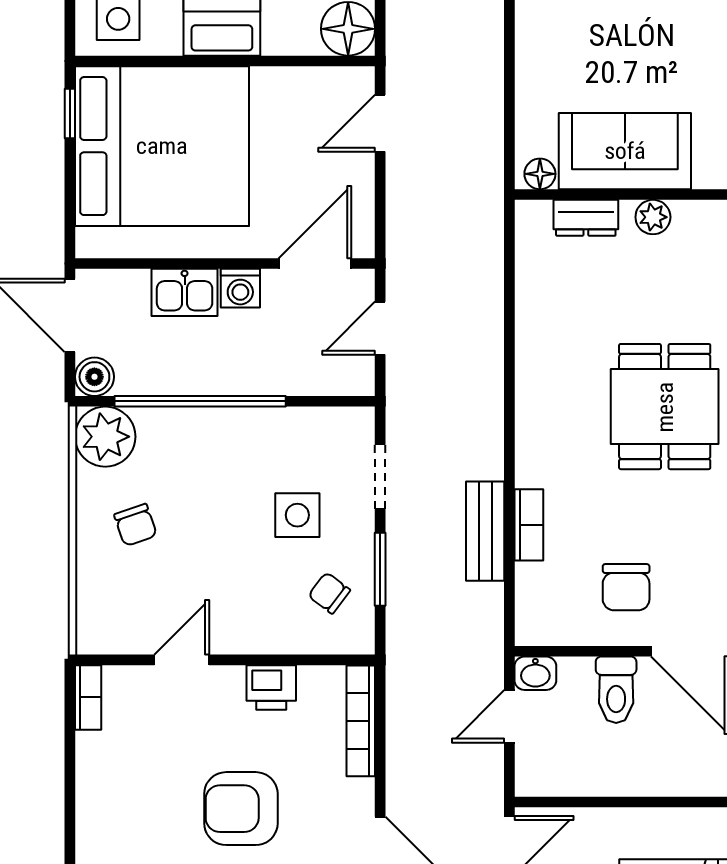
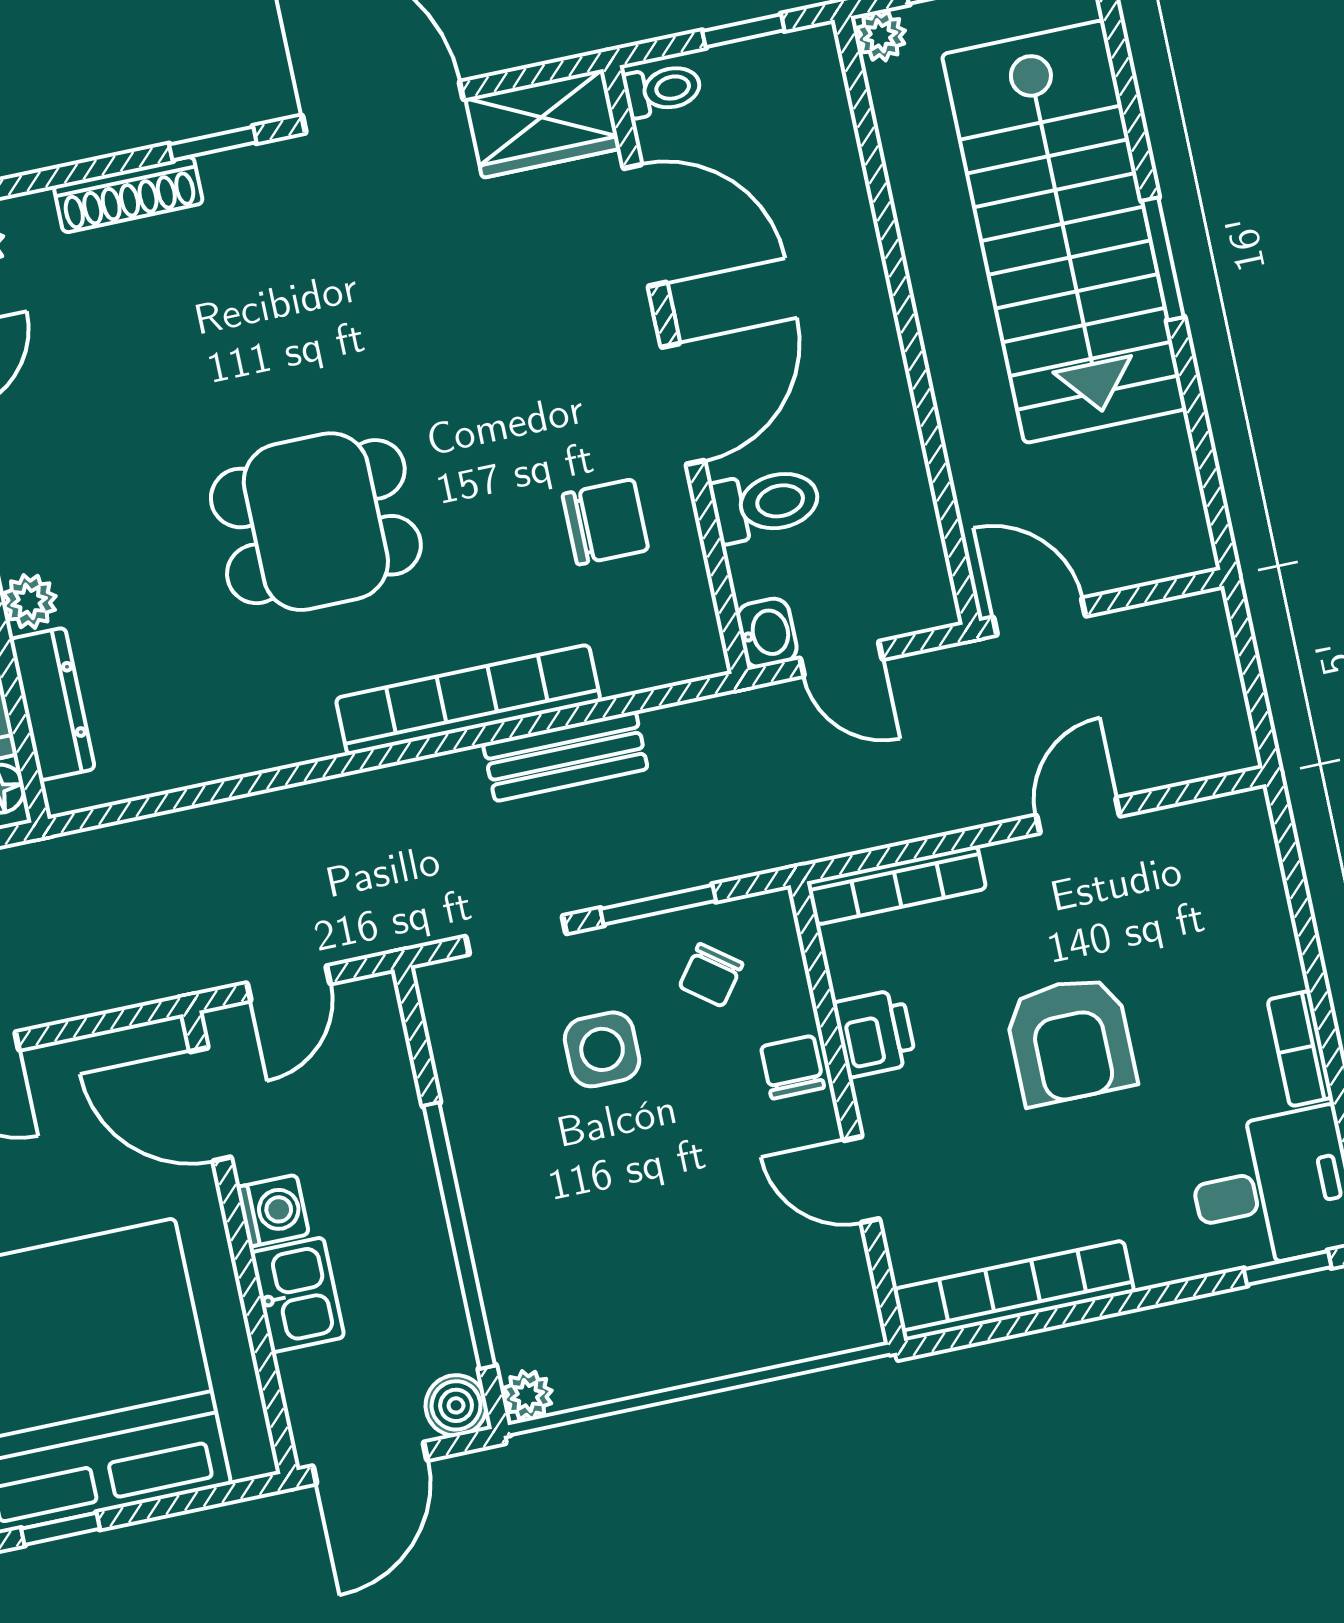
dresser: (586, 218) -> (52, 704), width x1.44
door: (380, 328) -> (288, 983), hinge flipped
plant: (105, 437) -> (527, 1396), width x0.53, depth x0.53
chair: (136, 525) -> (792, 1067), moved, turned -71
bookcase: (529, 525) -> (468, 700), width x2.31, depth x1.31
bookcase: (88, 697) -> (1014, 1291), width x2.31, depth x1.31

